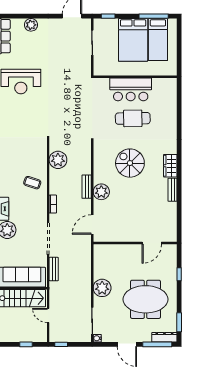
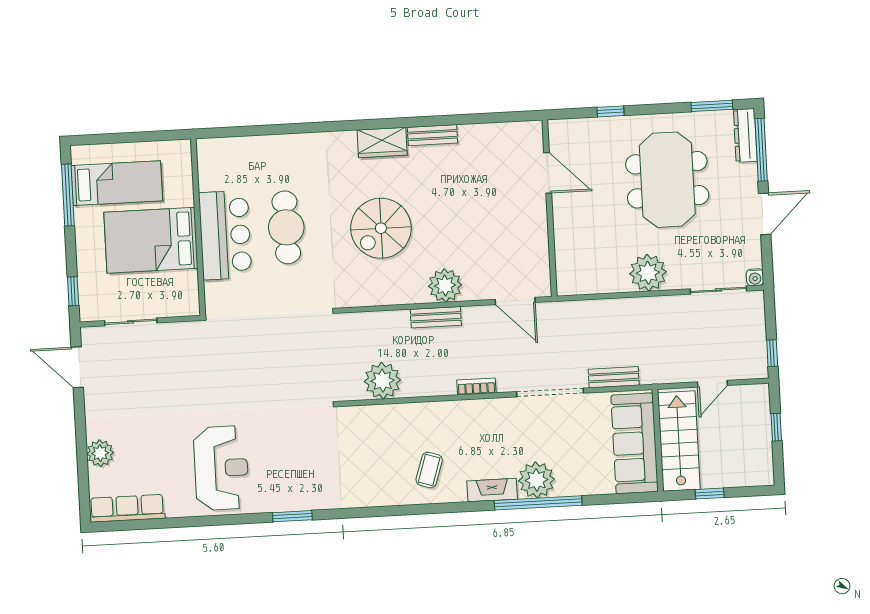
bed: (133, 40) -> (151, 240), moved, turned 180
coffee table: (32, 183) -> (429, 470), moved

